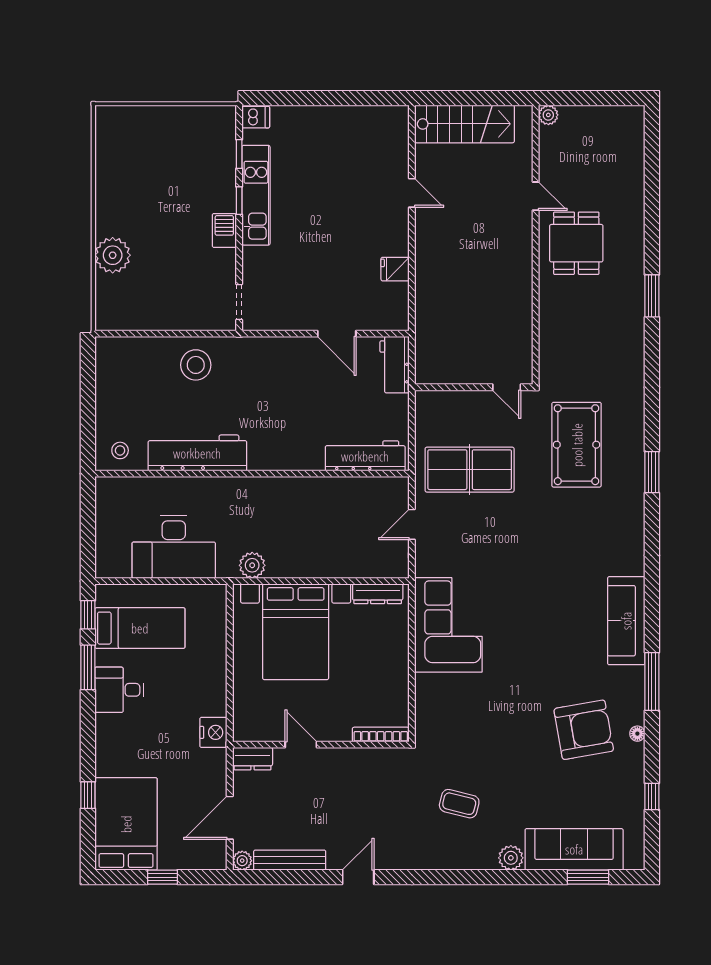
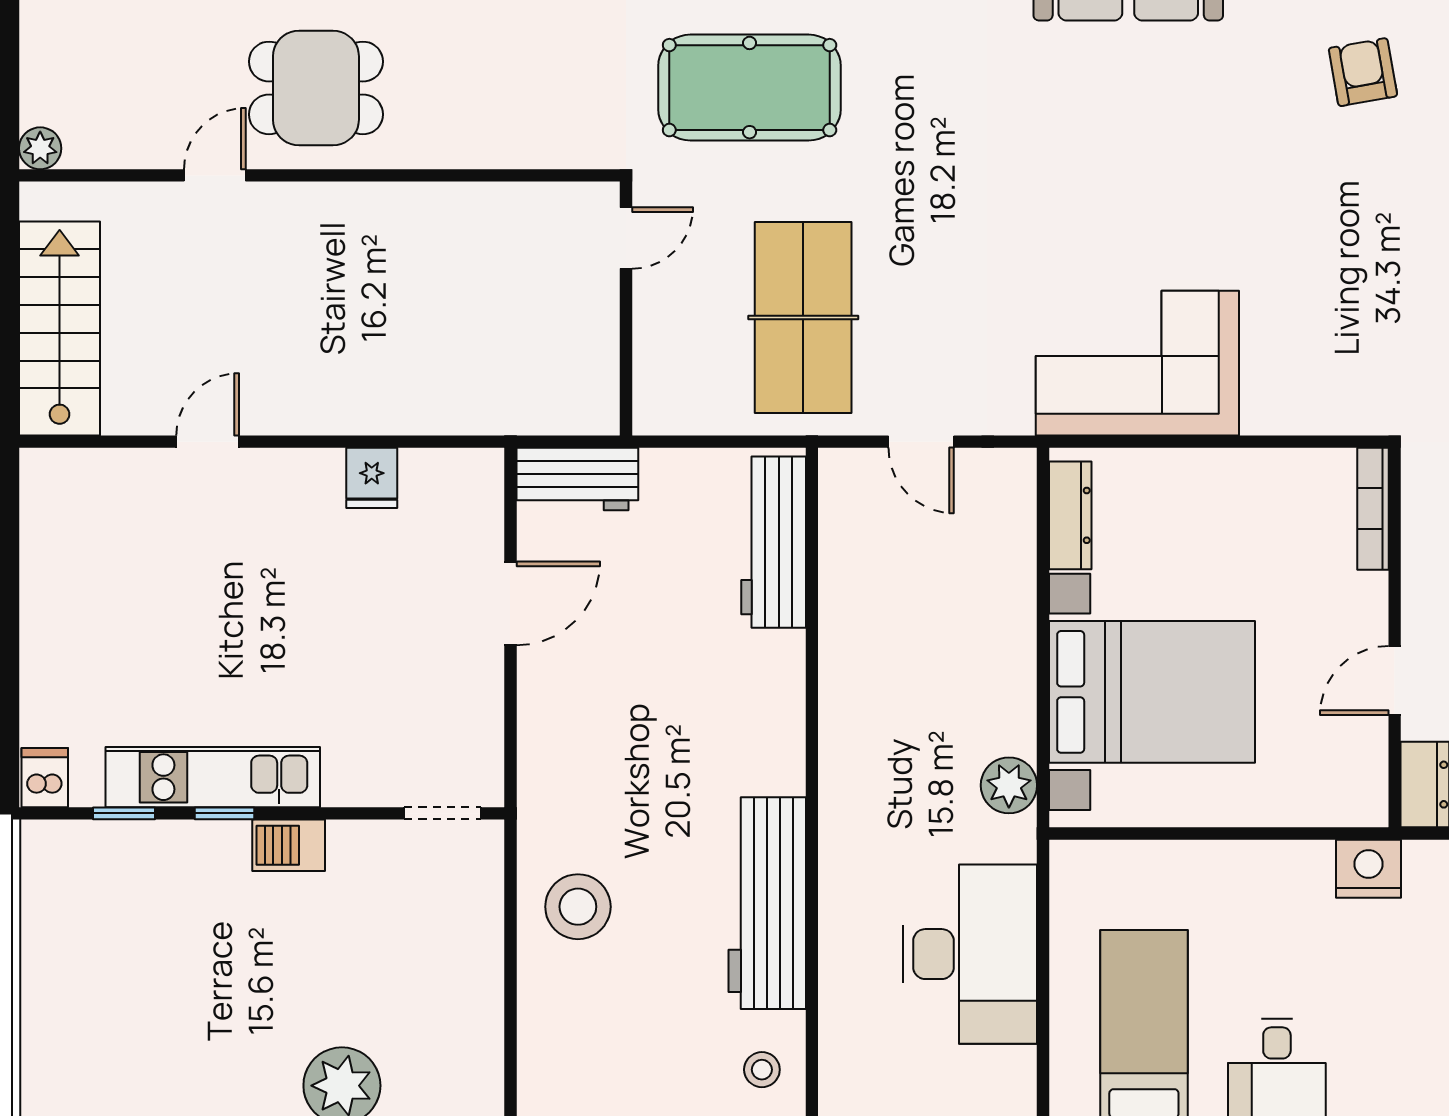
armchair: (584, 730) -> (1363, 72), width x0.53, depth x0.53

